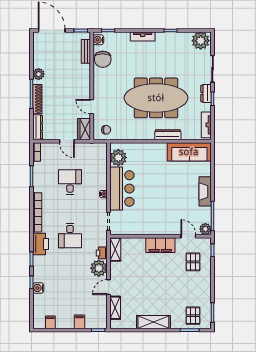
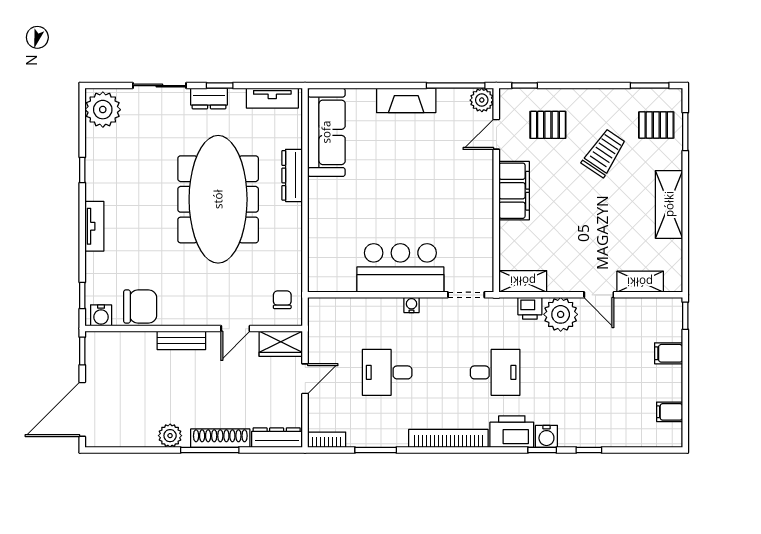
bench: (86, 51) -> (181, 340), moved
plant: (118, 158) -> (338, 275), removed
water cooler: (38, 288) -> (546, 436), moved
trolley: (179, 290) -> (604, 153), added

